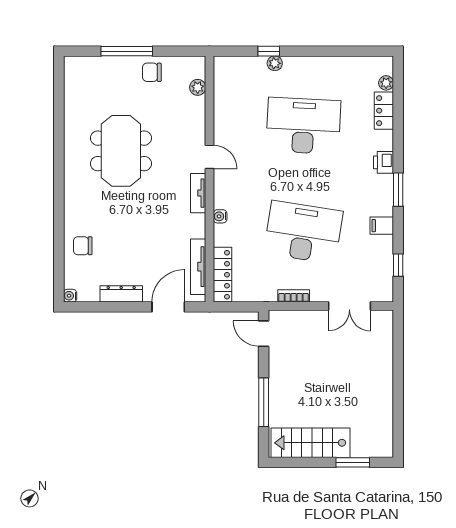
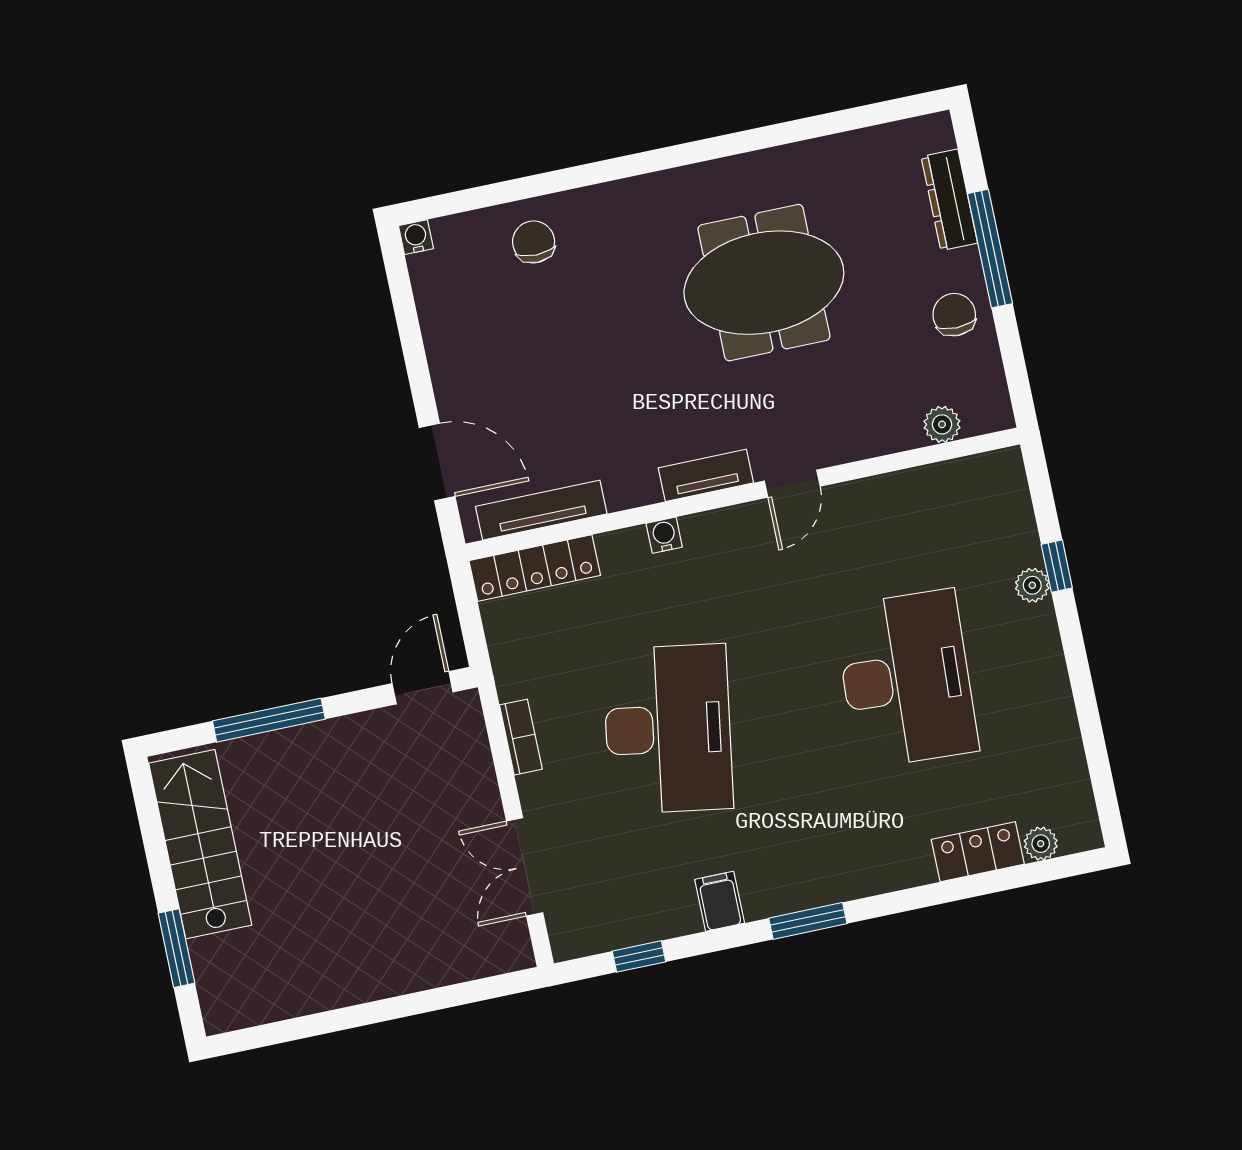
printer: (383, 162) -> (862, 875), removed
dresser: (121, 294) -> (949, 200), moved, turned 180

